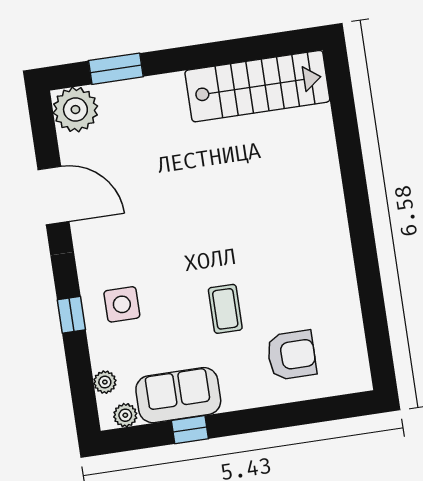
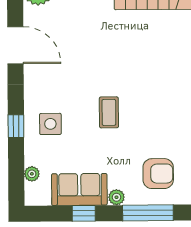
coffee table: (225, 309) -> (109, 112), moved
plant: (125, 415) -> (116, 197), moved
window: (285, 415) -> (148, 213), added

